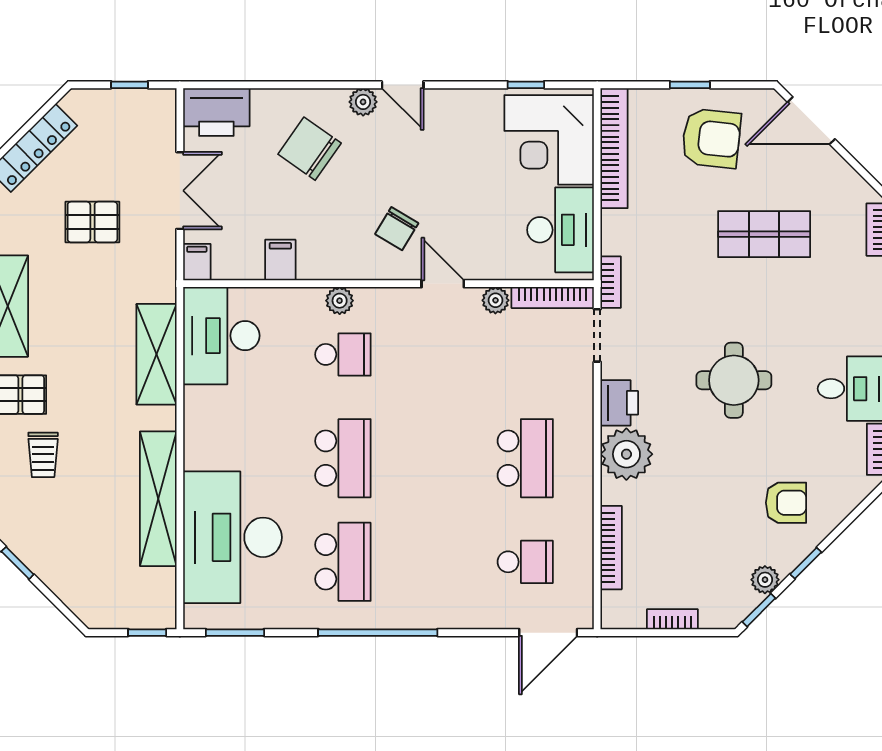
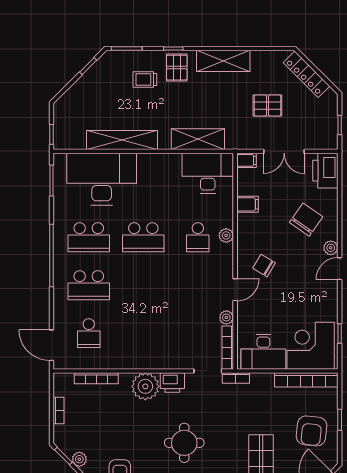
pallet: (92, 222) -> (267, 105), turned 90
school desk: (525, 458) -> (89, 285), moved

